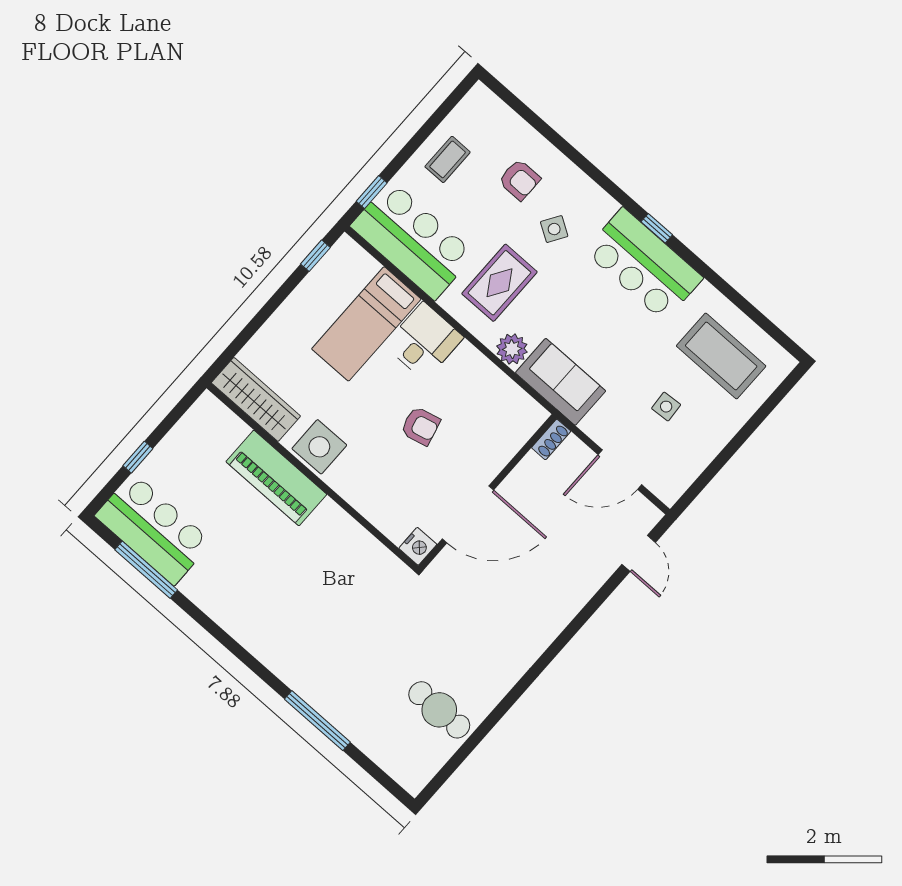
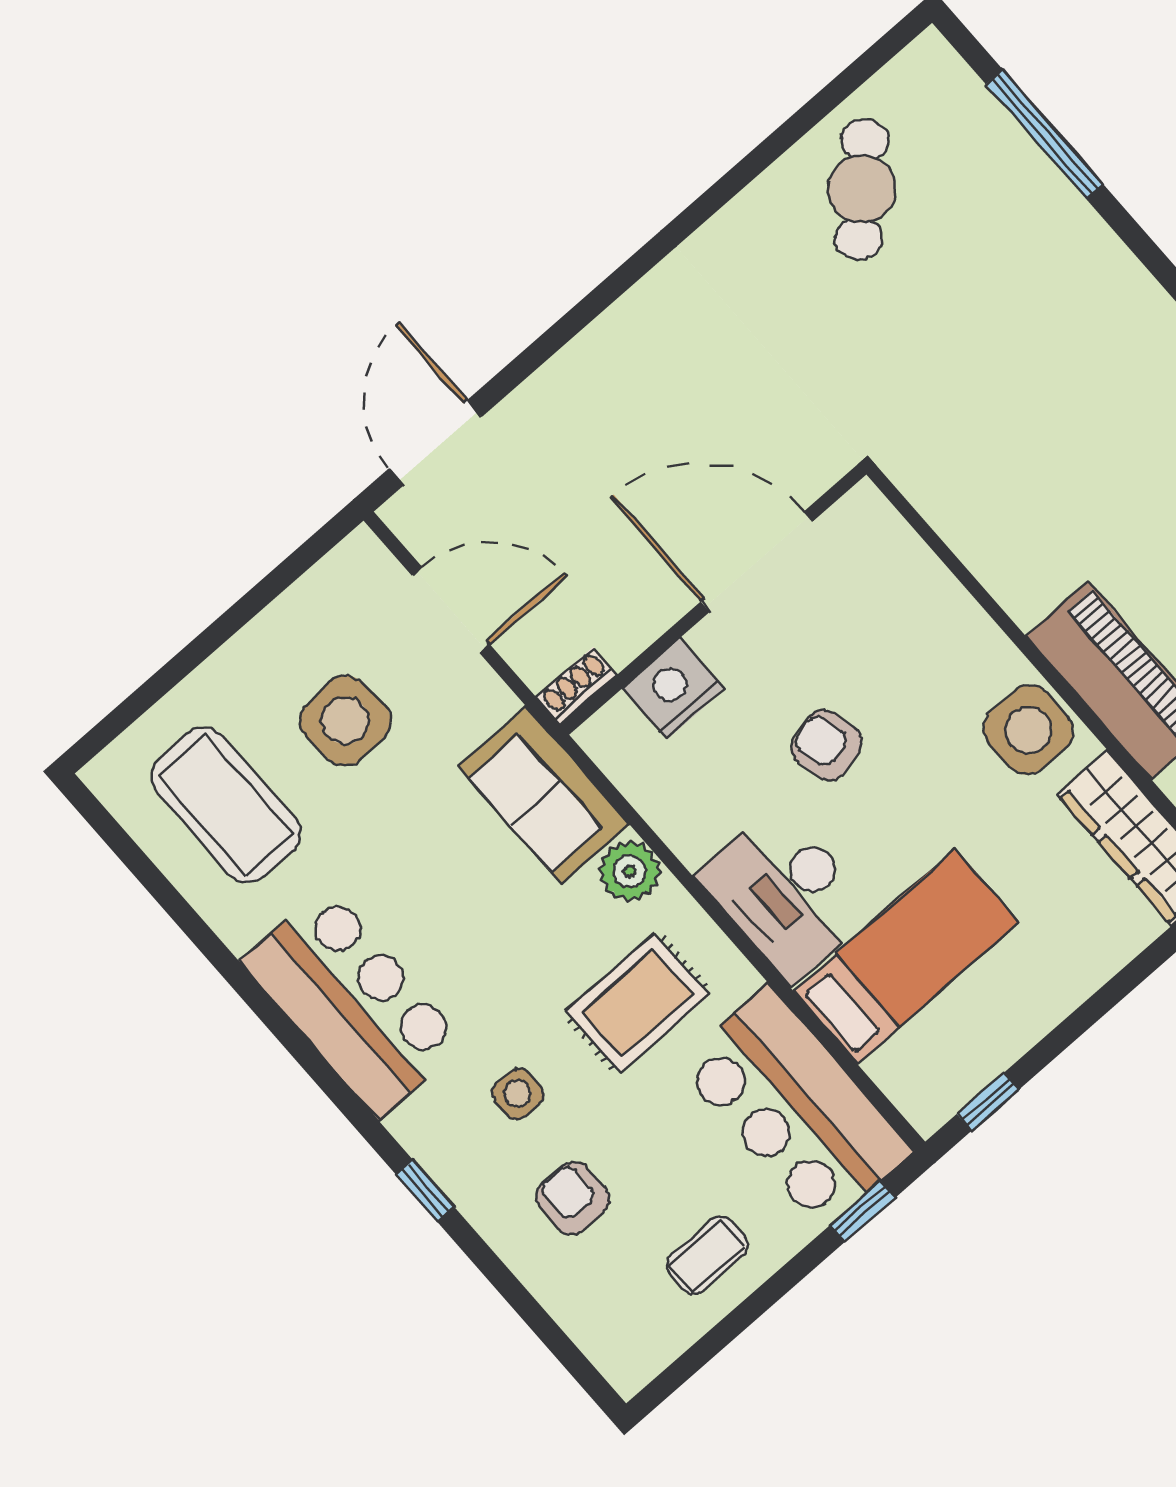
window: (657, 228) -> (425, 1191), moved
side table: (554, 229) -> (518, 1093), turned -32
desk: (424, 341) -> (785, 893), width x1.37
side table: (666, 407) -> (345, 721), width x1.87, depth x1.87
nightstand: (418, 546) -> (673, 689), moved, width x1.36, depth x1.33
door: (639, 553) -> (436, 443), width x1.38
cafe table: (439, 710) -> (862, 189), turned 45
window: (317, 721) -> (1044, 134), moved

